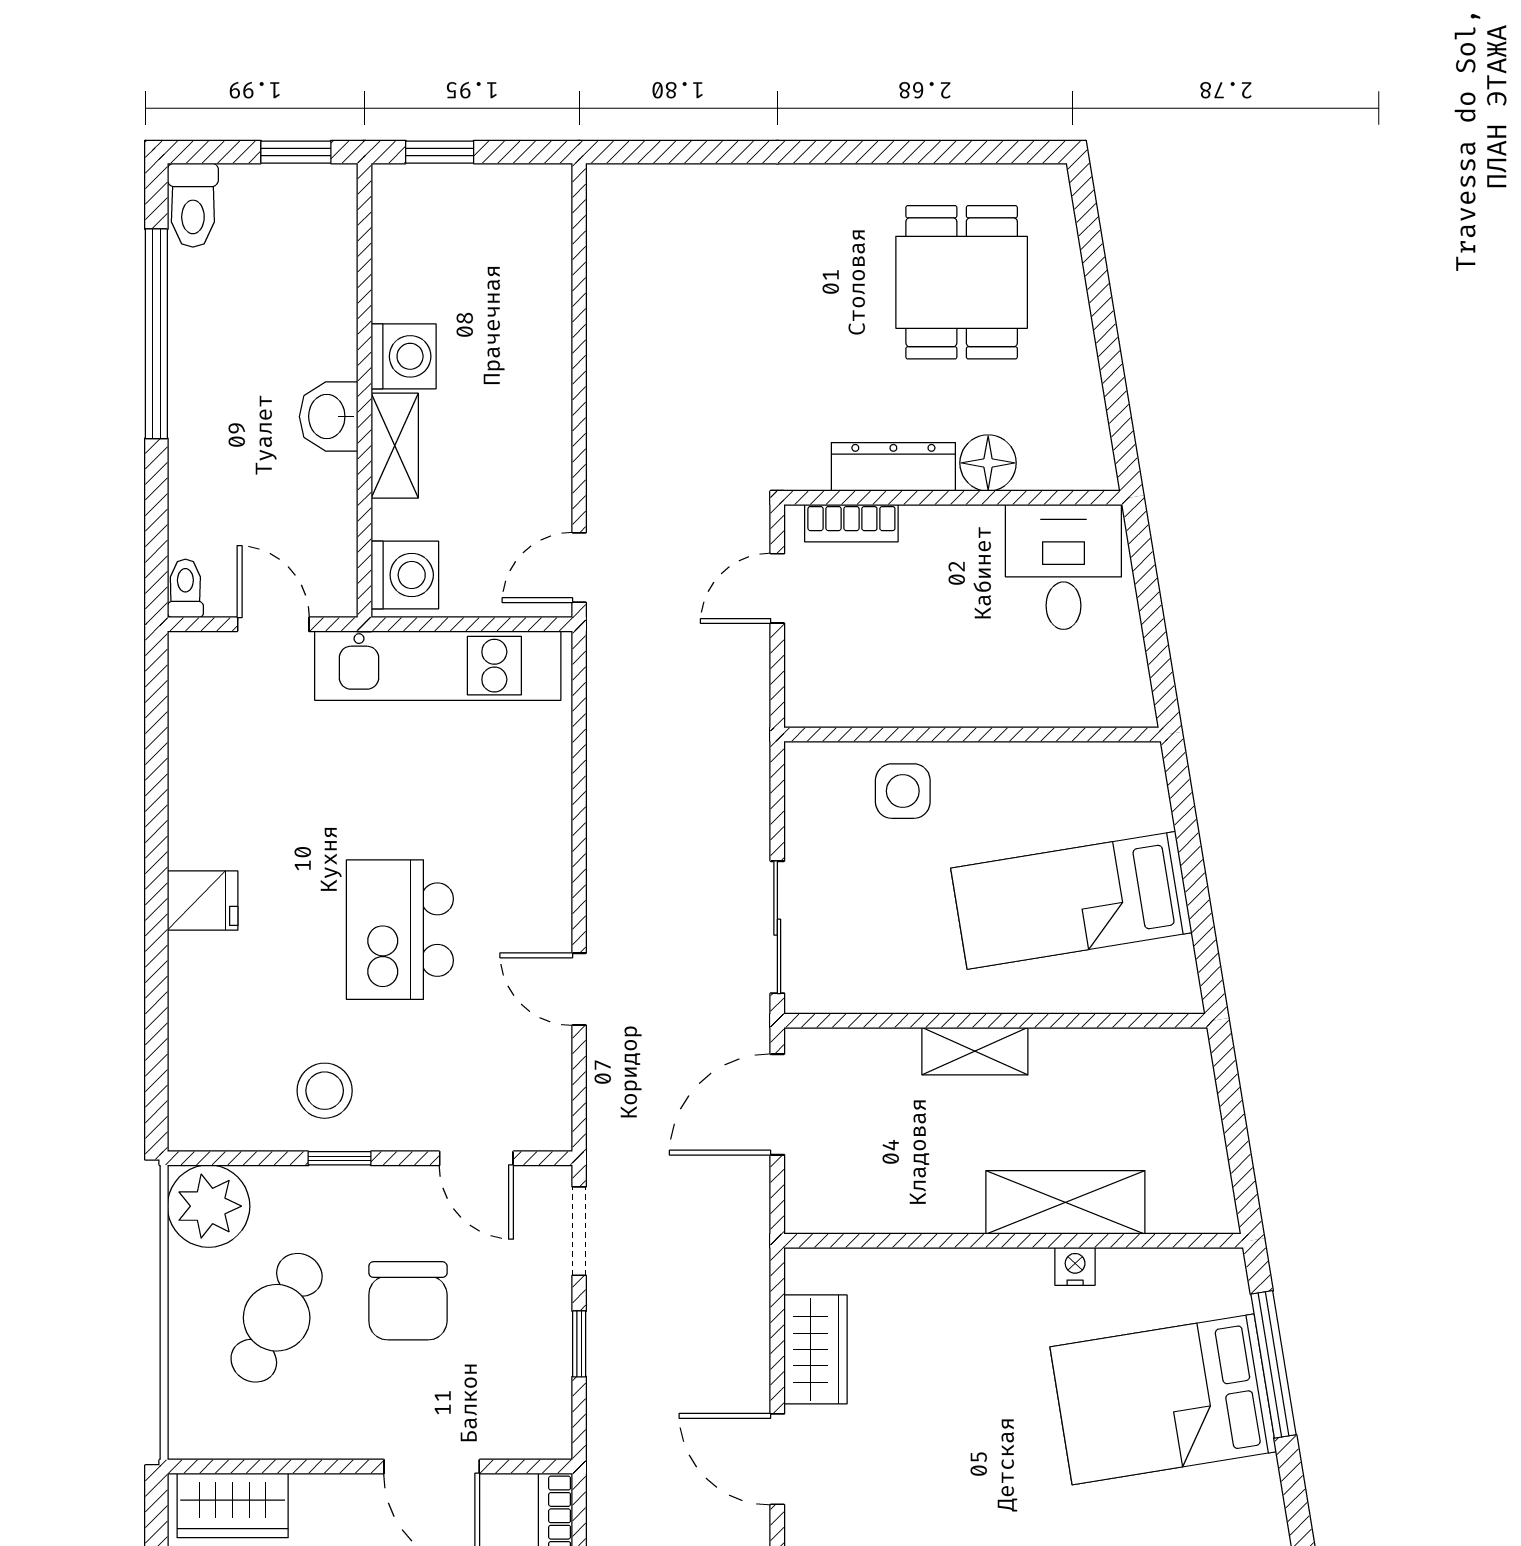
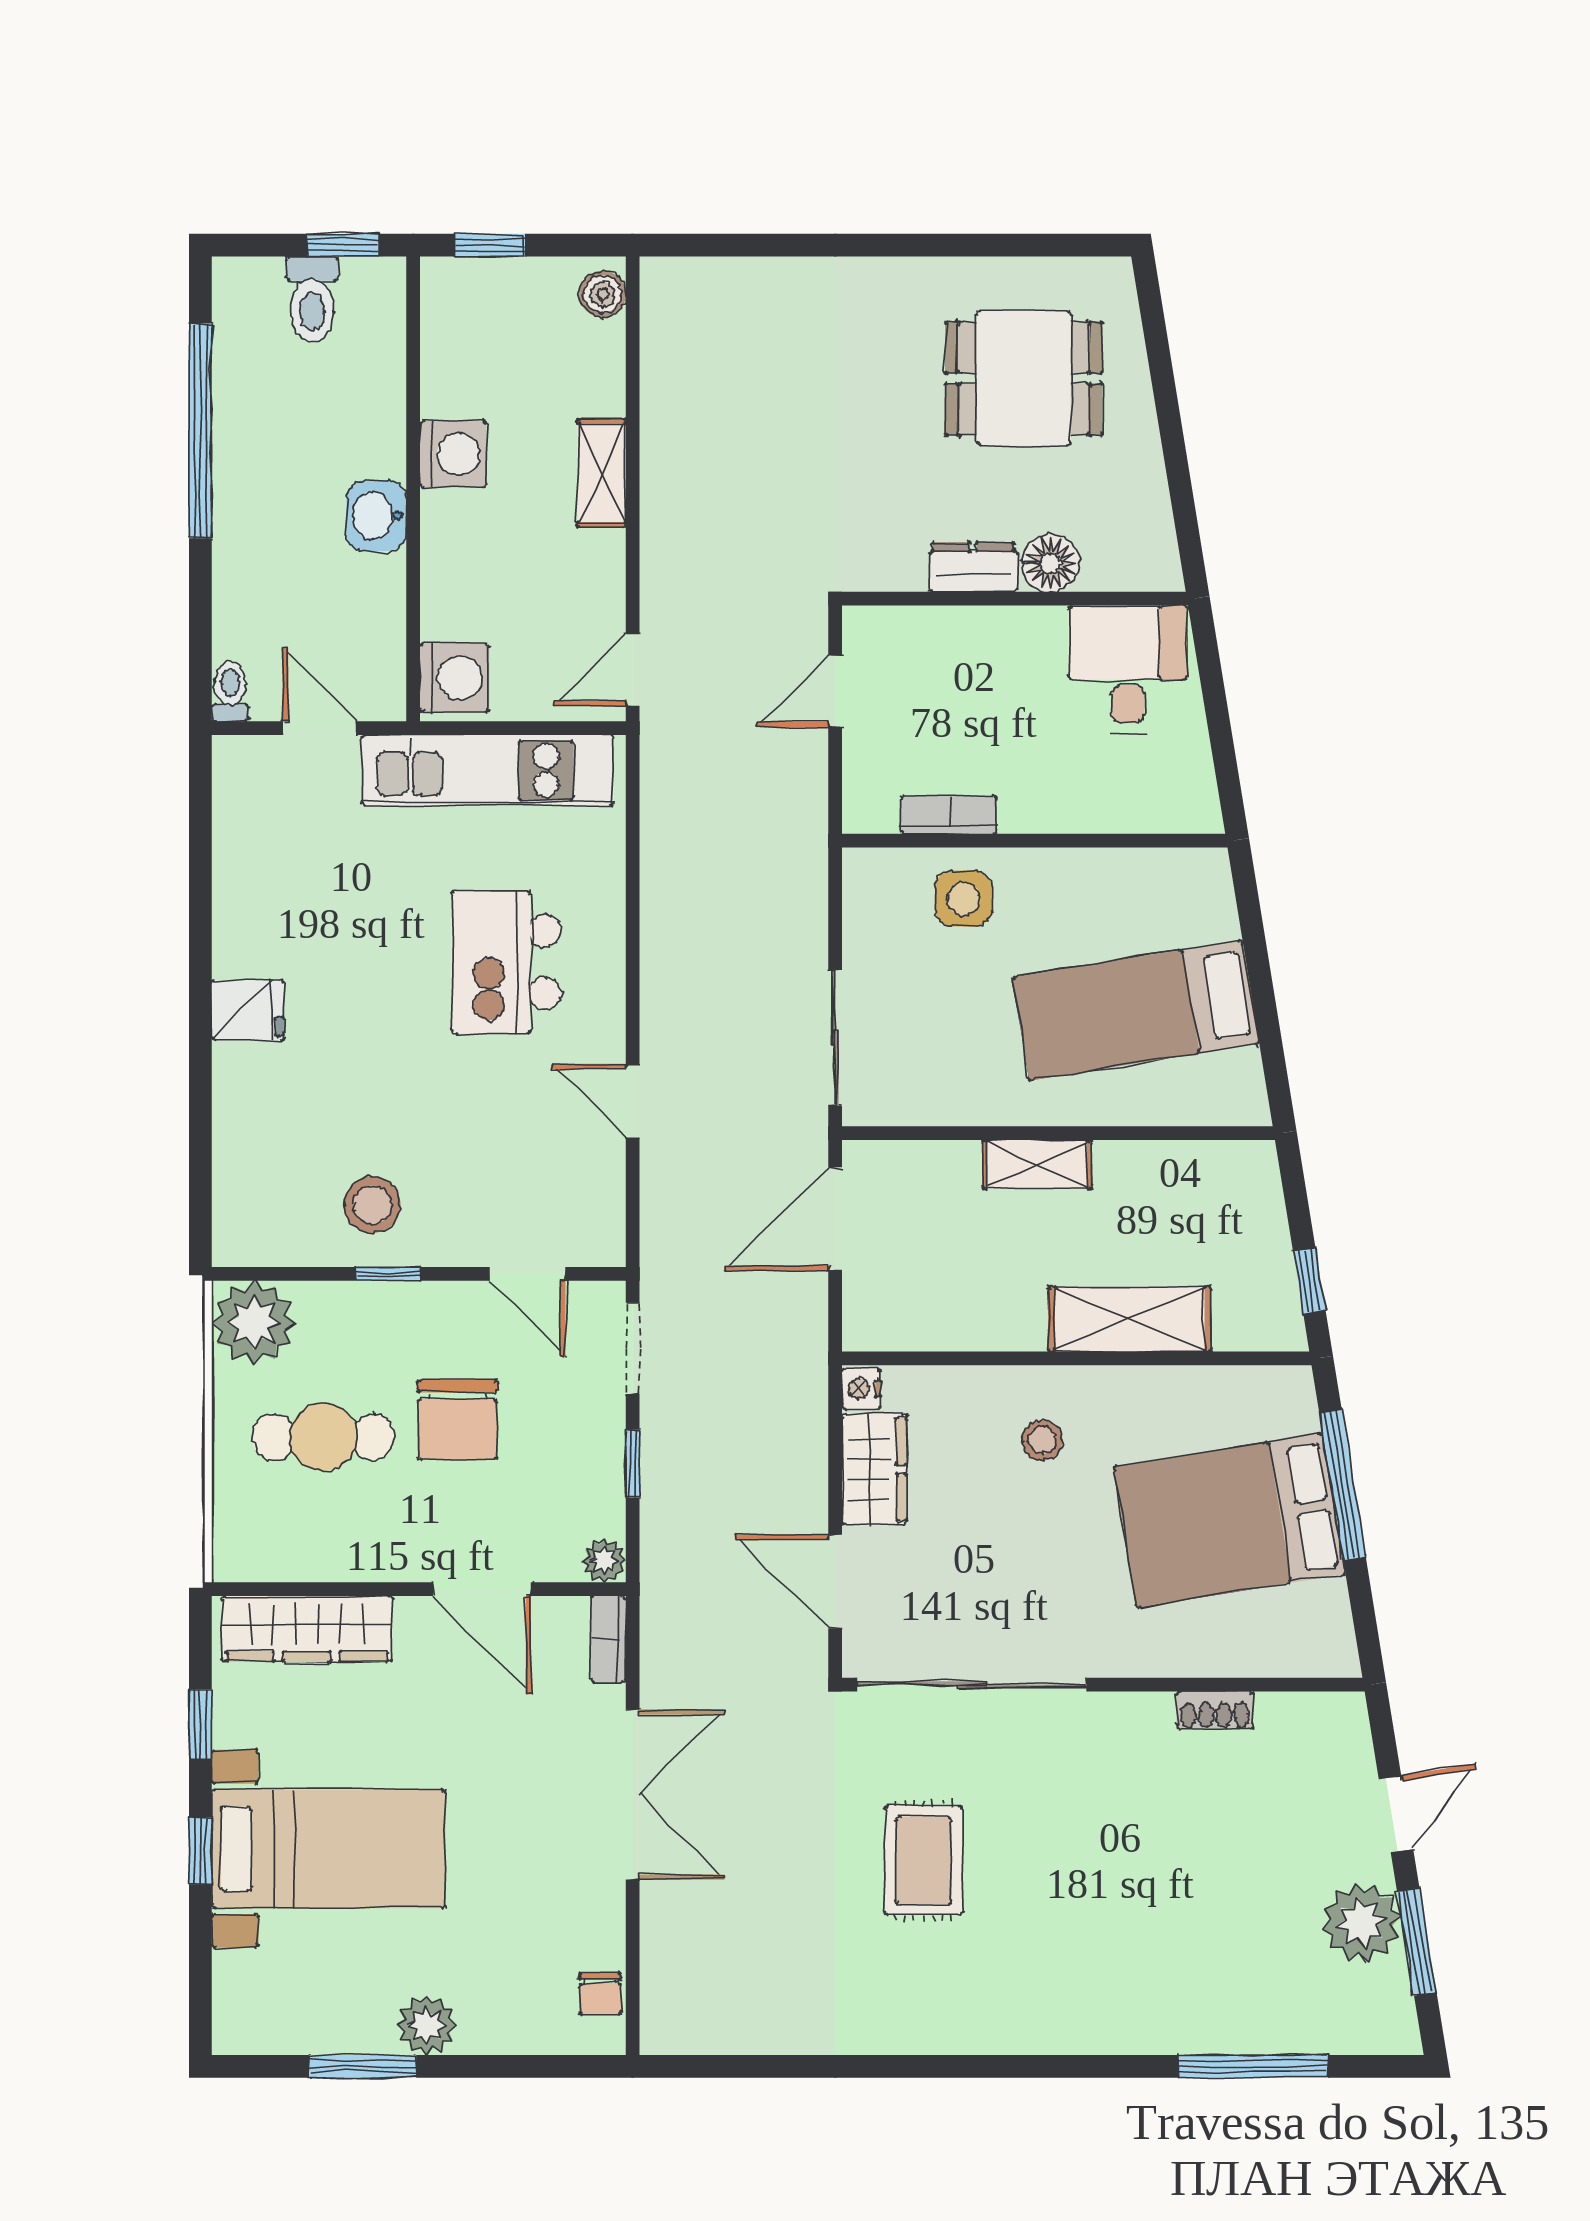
boiler: (550, 200) -> (603, 294), added
toilet: (193, 205) -> (312, 299), moved
dining table: (962, 282) -> (1024, 378), turned 90
shelving: (395, 446) -> (602, 473), moved
dresser: (893, 467) -> (973, 567), width x0.70
bookcase: (851, 523) -> (949, 815), moved, turned 180
kitchen island: (400, 930) -> (506, 962), moved
window: (1241, 1165) -> (1309, 1281), added
nightstand: (1075, 1266) -> (861, 1389), moved, turned -90
cafe table: (277, 1318) -> (323, 1437), turned 62
stool: (980, 1321) -> (1042, 1440), added
plant: (551, 1439) -> (604, 1561), added
wardrobe: (233, 1505) -> (307, 1629), width x1.50

